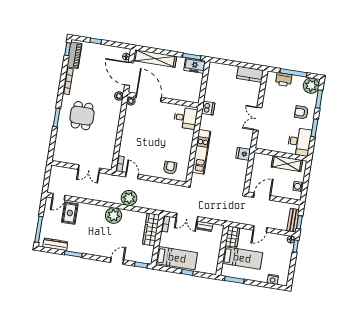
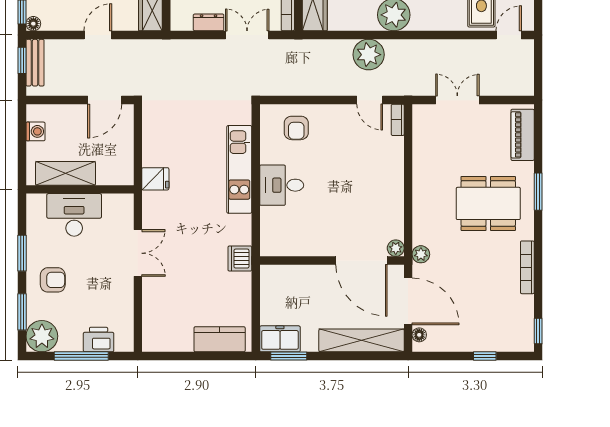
piano: (74, 55) -> (523, 135), moved
kitchen counter: (250, 74) -> (220, 339), moved
dining table: (82, 116) -> (488, 203), width x1.37
desk: (185, 118) -> (282, 185), moved
desk: (299, 142) -> (74, 215), moved, turned 90

